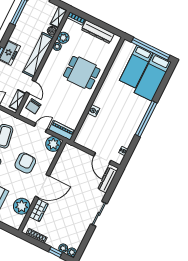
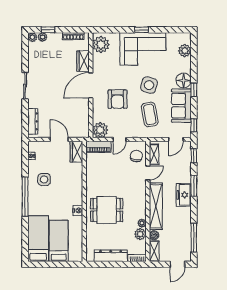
window: (151, 49) -> (53, 264), removed
door: (31, 87) -> (148, 173), swing flipped
nightstand: (94, 111) -> (78, 210), moved
side table: (122, 125) -> (44, 179), added
wardrobe: (83, 135) -> (76, 152), added
door: (102, 158) -> (59, 139), moved
plant: (22, 206) -> (101, 45), moved

